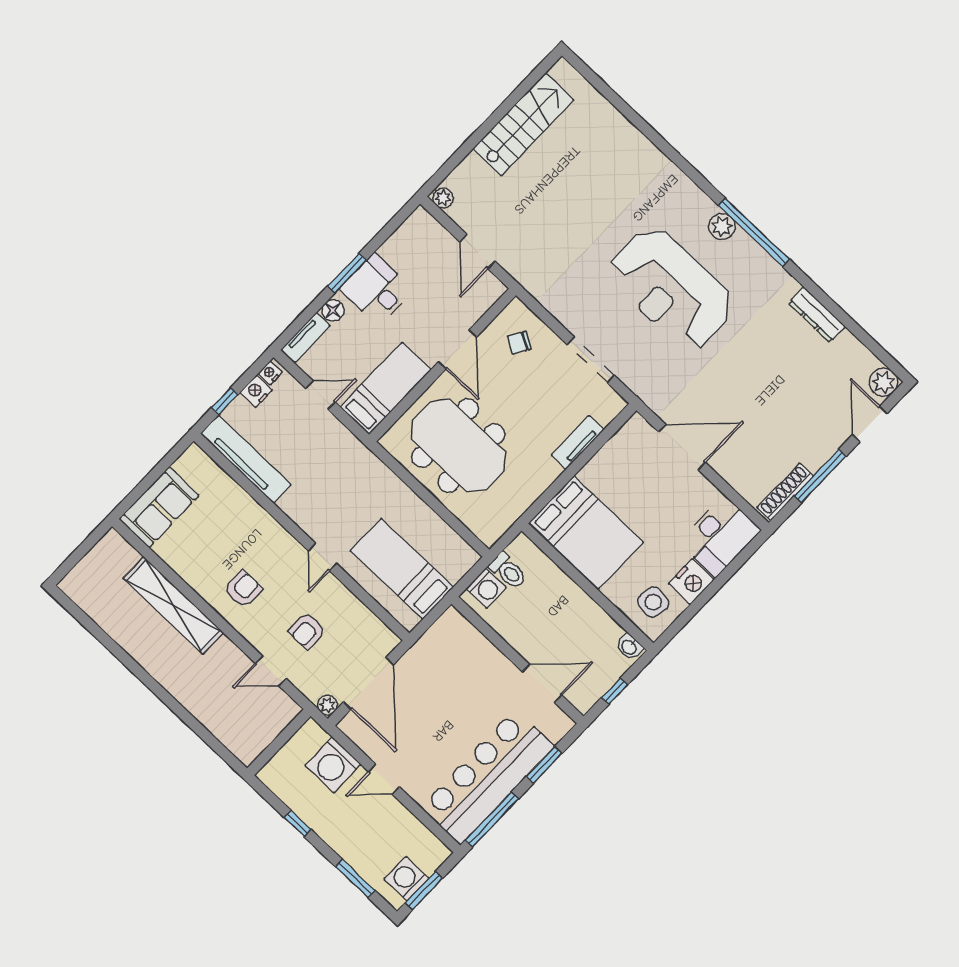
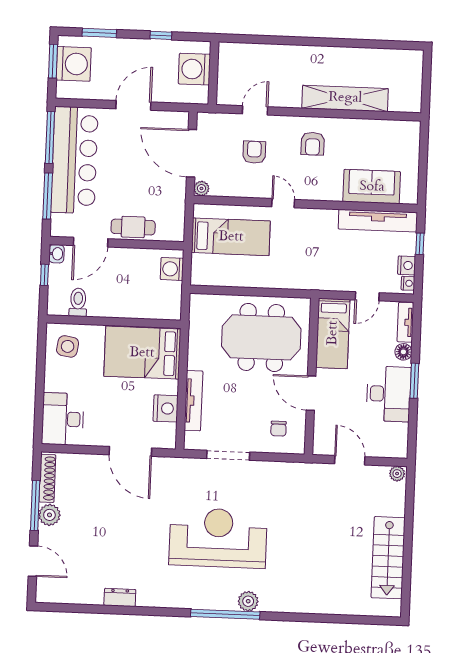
plant: (722, 227) -> (248, 601), moved
window: (754, 232) -> (225, 614), moved
desk: (377, 289) -> (389, 394), width x1.37
dresser: (817, 315) -> (120, 597), width x0.70
chair: (519, 343) -> (279, 429), turned 150
plant: (884, 382) -> (49, 515), moved
tv unit: (578, 442) -> (193, 401), width x1.41
door: (682, 447) -> (130, 451), hinge flipped
sofa: (159, 507) -> (372, 187), moved, turned 90
toilet: (508, 571) -> (78, 302), moved, turned 90
nightstand: (691, 582) -> (166, 408), moved, turned 180
washbasin: (629, 647) -> (56, 254), moved, turned 90
cafe table: (488, 662) -> (133, 227), added
plant: (328, 705) -> (201, 188), moved
washing machine: (333, 765) -> (194, 69), moved, turned -90
window: (544, 765) -> (48, 196), width x1.44
door: (384, 779) -> (133, 105), width x1.37
washing machine: (407, 879) -> (74, 64), width x1.37, depth x1.37

